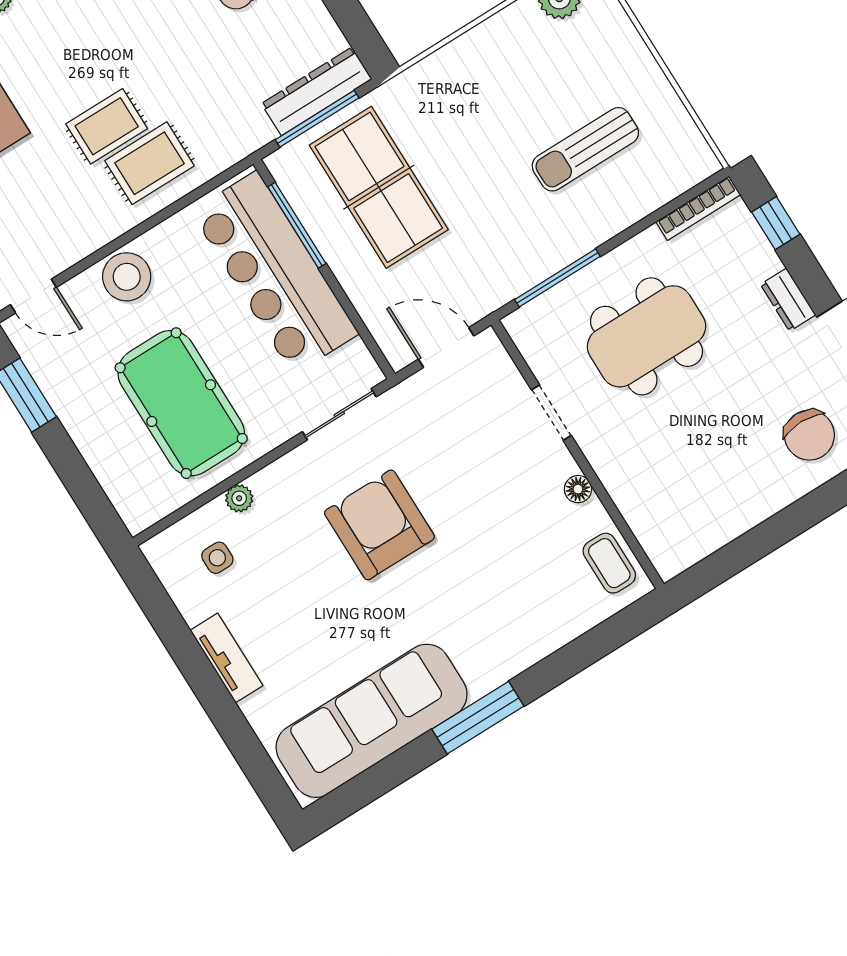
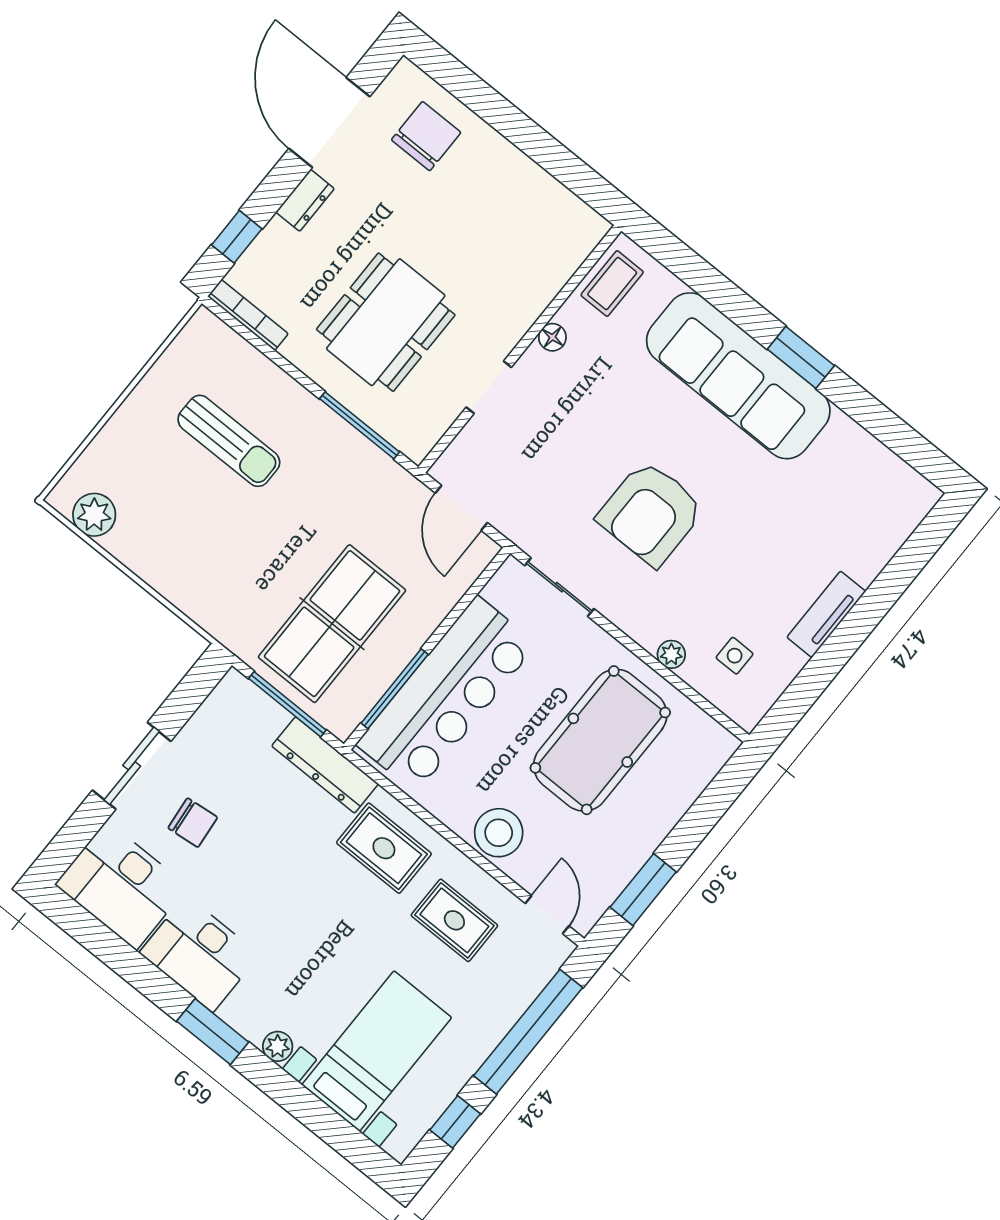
dresser: (317, 91) -> (325, 765), moved
rug: (107, 126) -> (454, 920), moved
dining table: (646, 336) -> (386, 322), turned 90
window: (478, 718) -> (801, 357), width x0.69
sofa: (372, 721) -> (738, 376), moved

